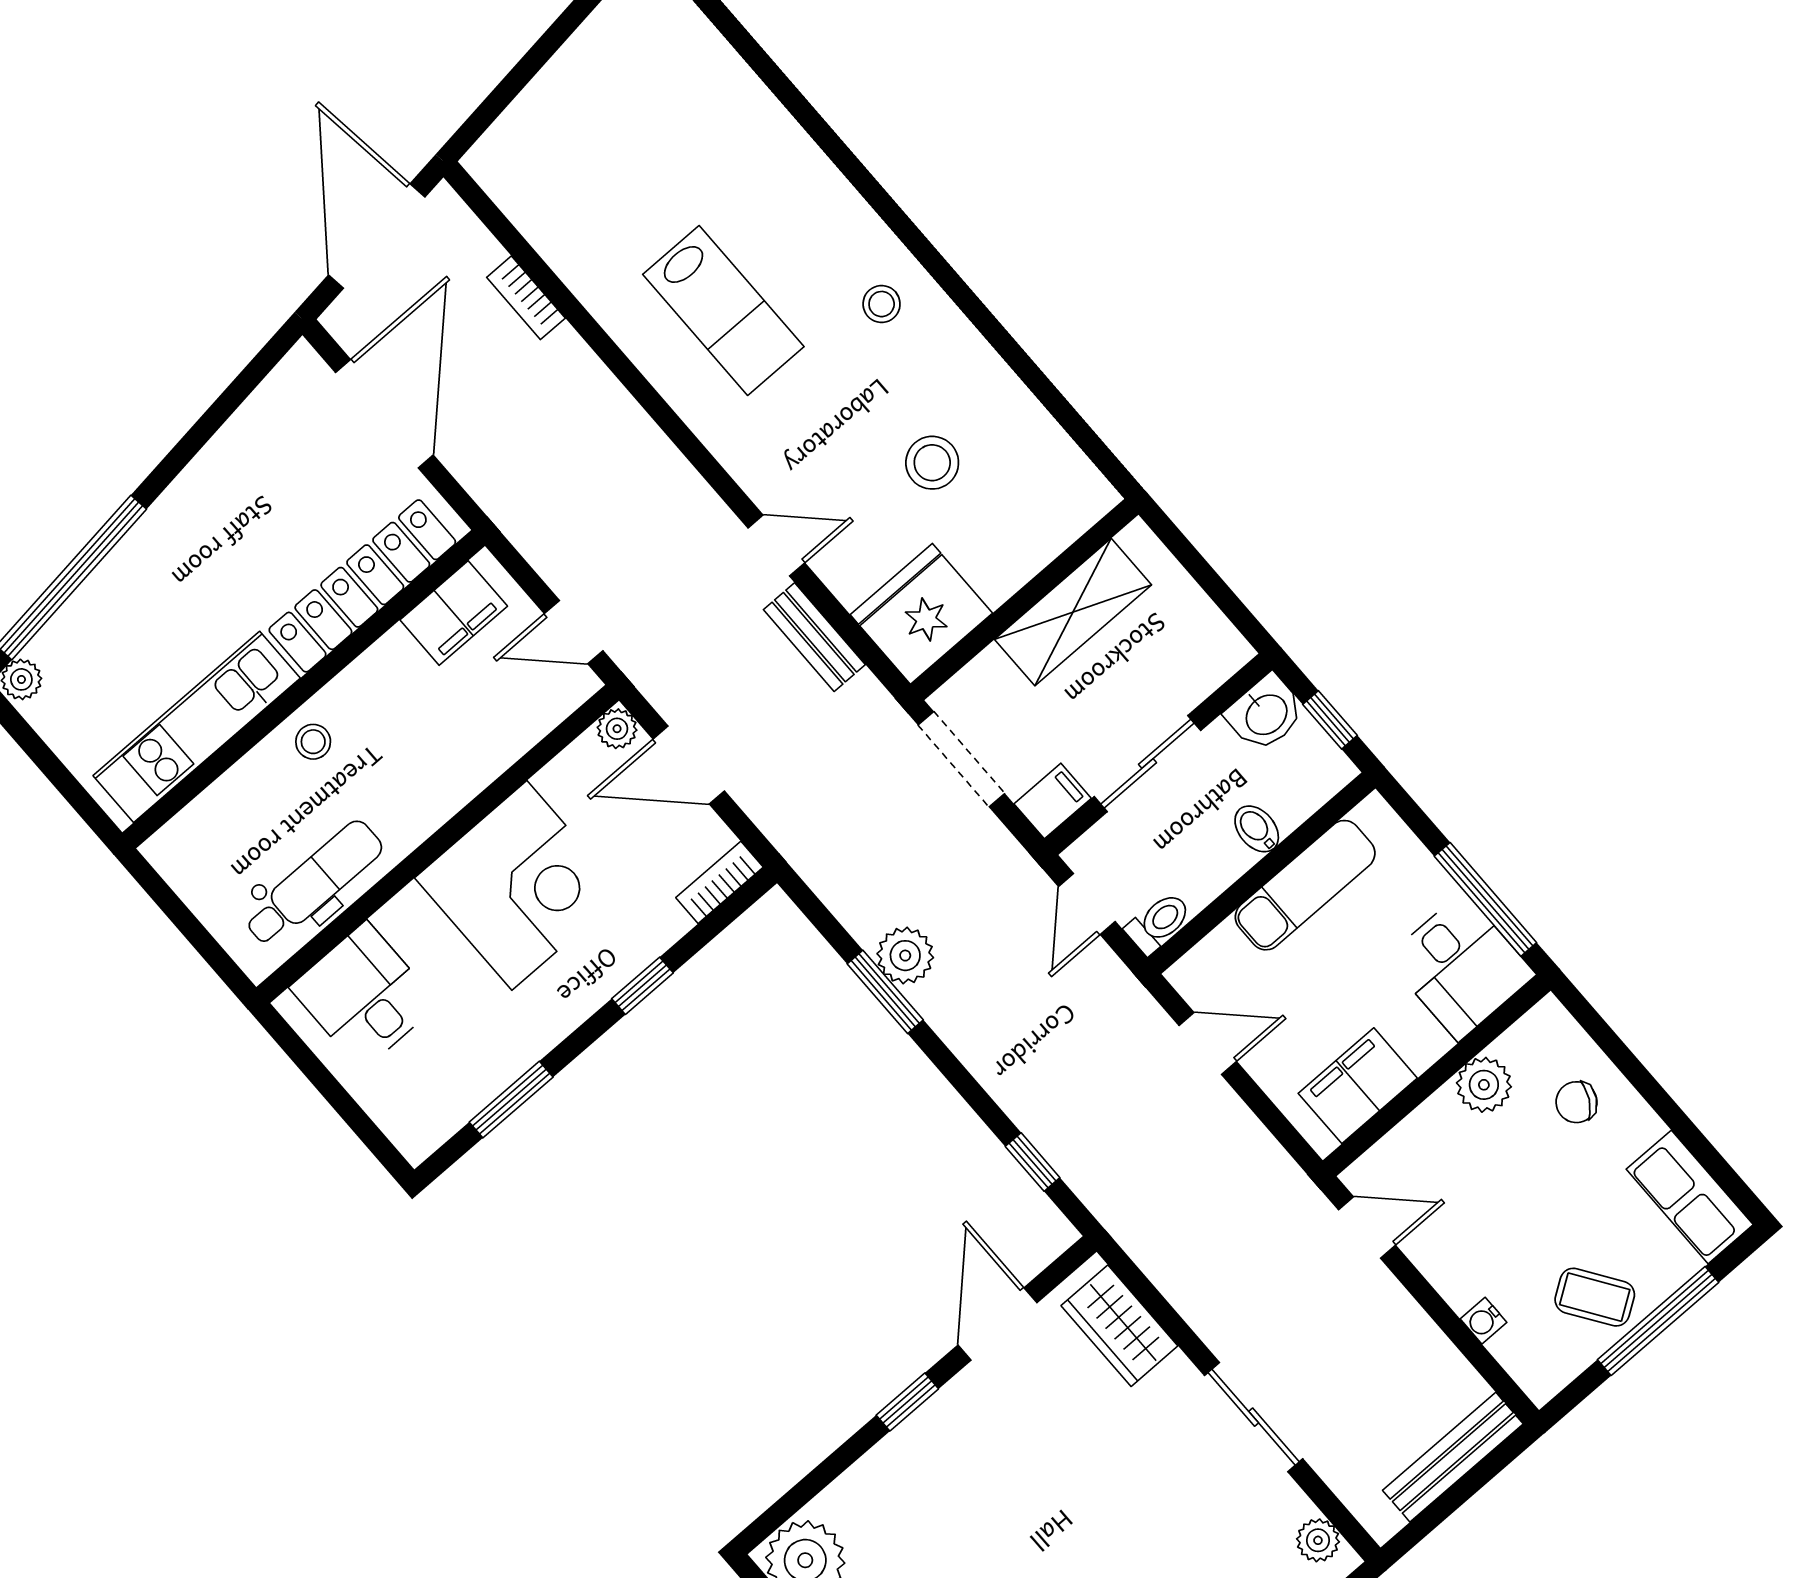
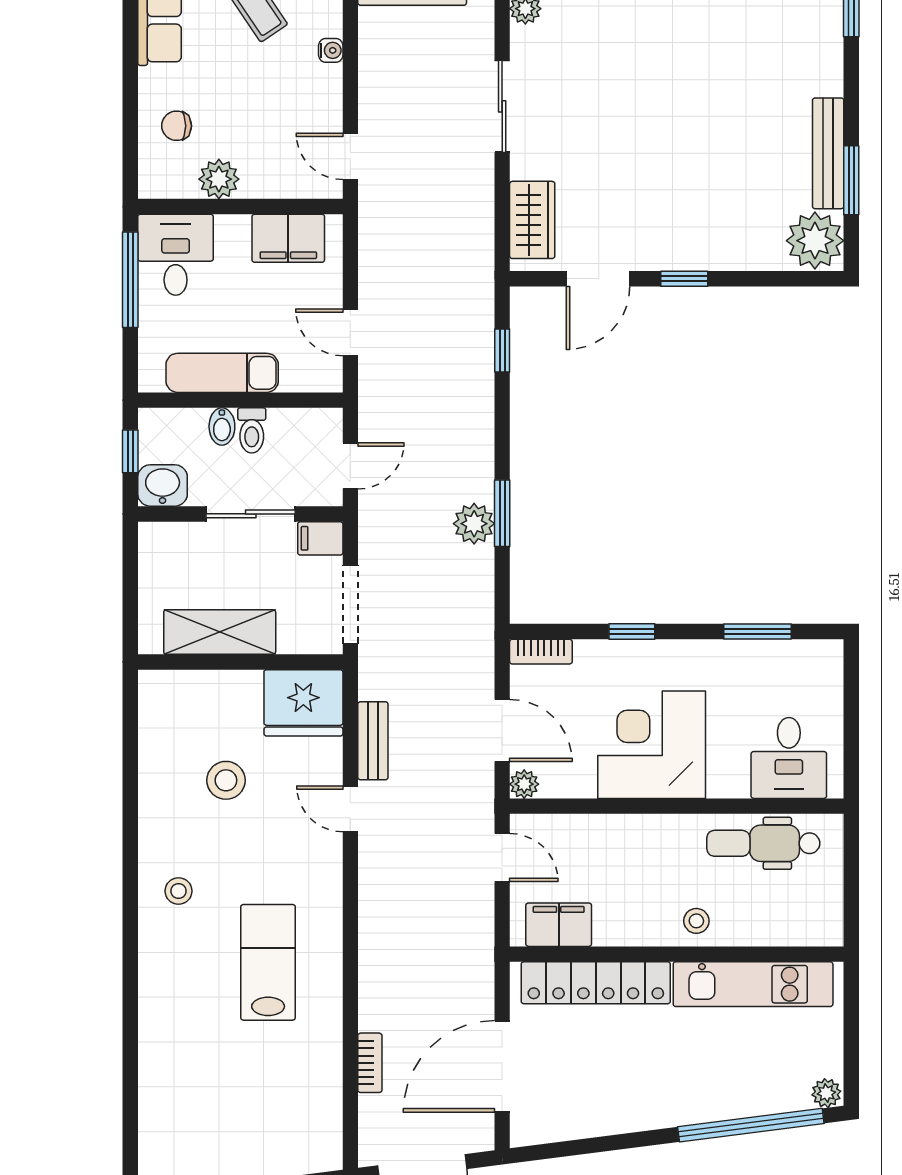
toilet: (1159, 923) -> (252, 430), moved, turned -90
chair: (1576, 1102) -> (177, 126), turned 151

